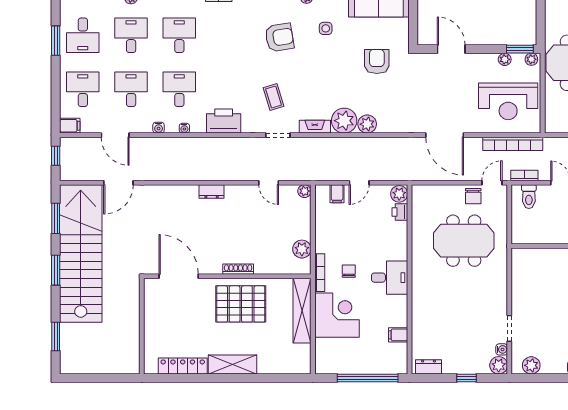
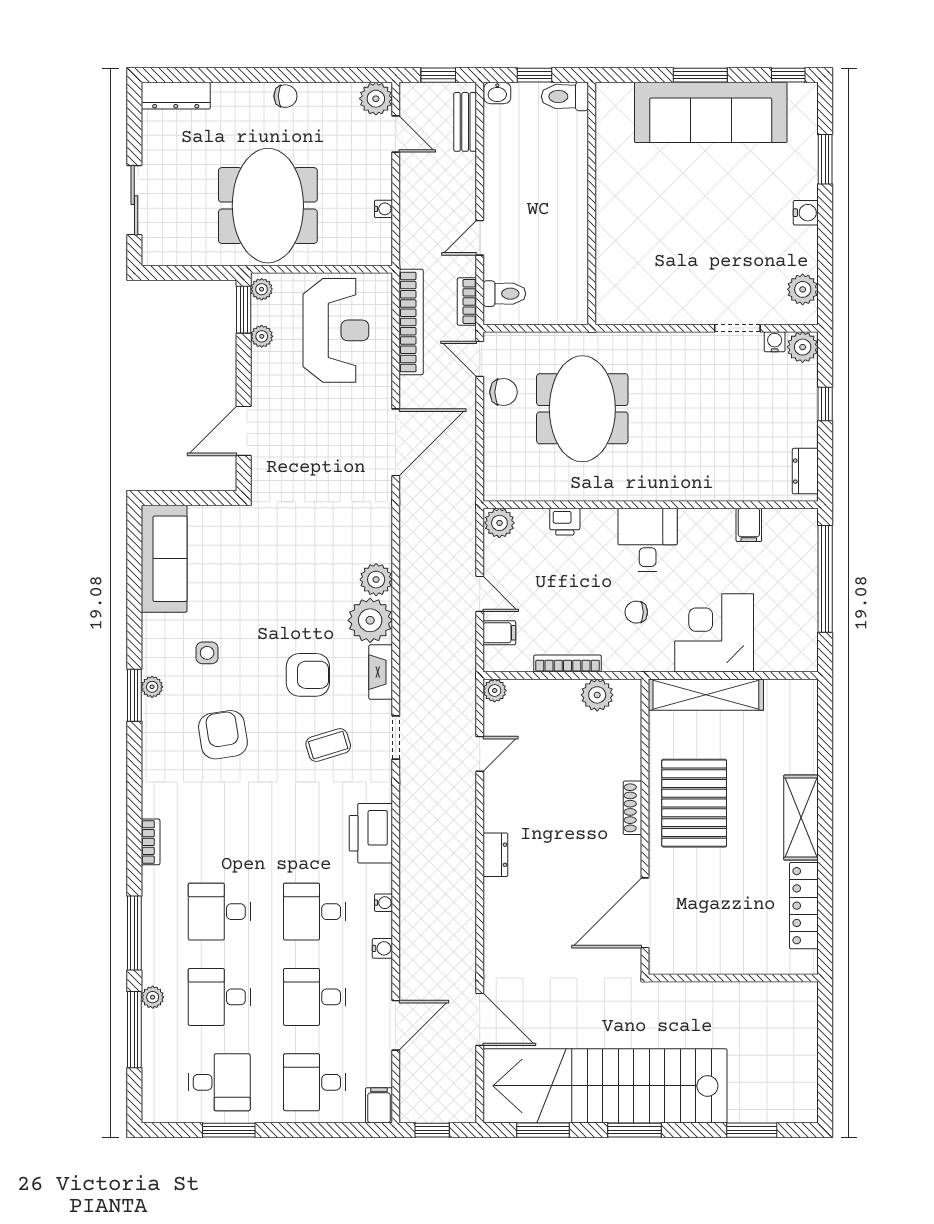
armchair: (377, 61) -> (308, 675), moved, turned 180
printer: (400, 212) -> (565, 522), moved
bookcase: (320, 273) -> (567, 664), moved

